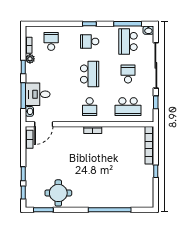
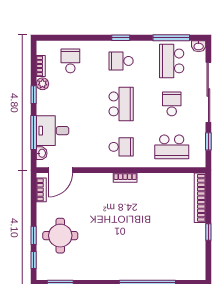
school desk: (90, 107) -> (121, 147), turned -90
round table: (58, 193) -> (60, 236), moved

